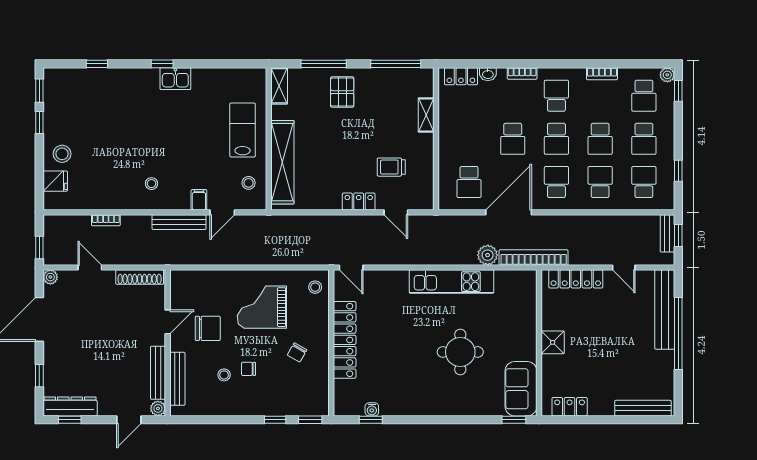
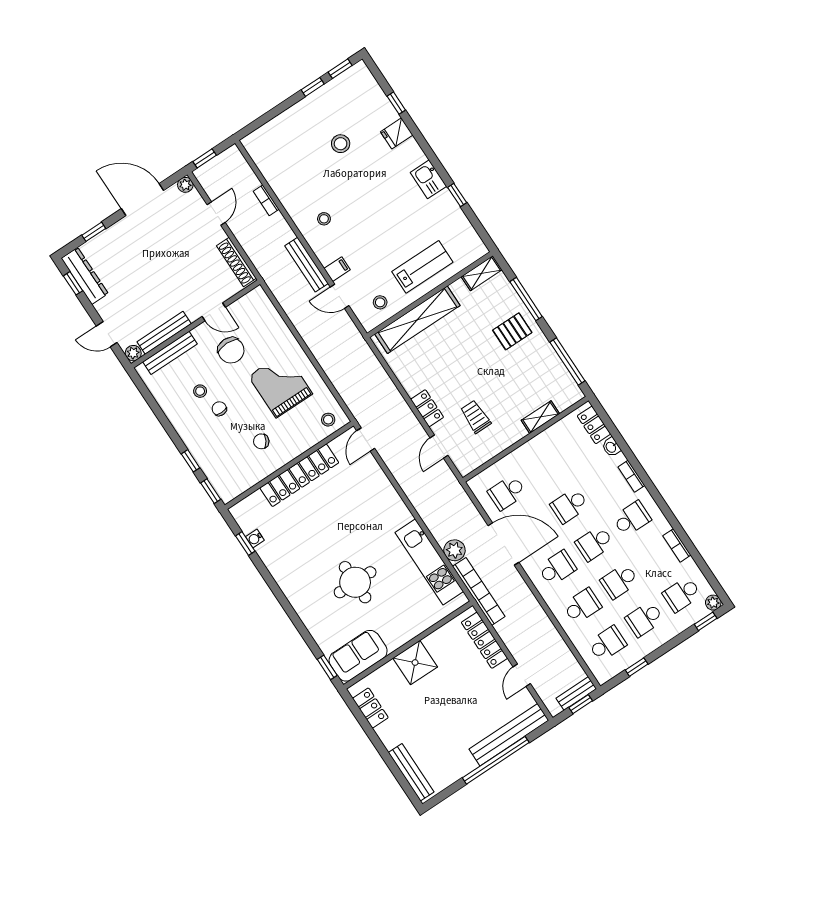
window: (162, 64) -> (457, 195), moved
stool: (62, 154) -> (341, 144), moved
fridge: (55, 181) -> (397, 133), moved, turned 90
kitchen unit: (451, 282) -> (429, 562), moved
shower: (553, 342) -> (415, 663), width x1.36, depth x1.36

